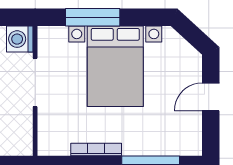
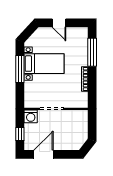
window: (93, 17) -> (20, 69), moved
bed with nightstands: (115, 66) -> (44, 64), width x0.73

